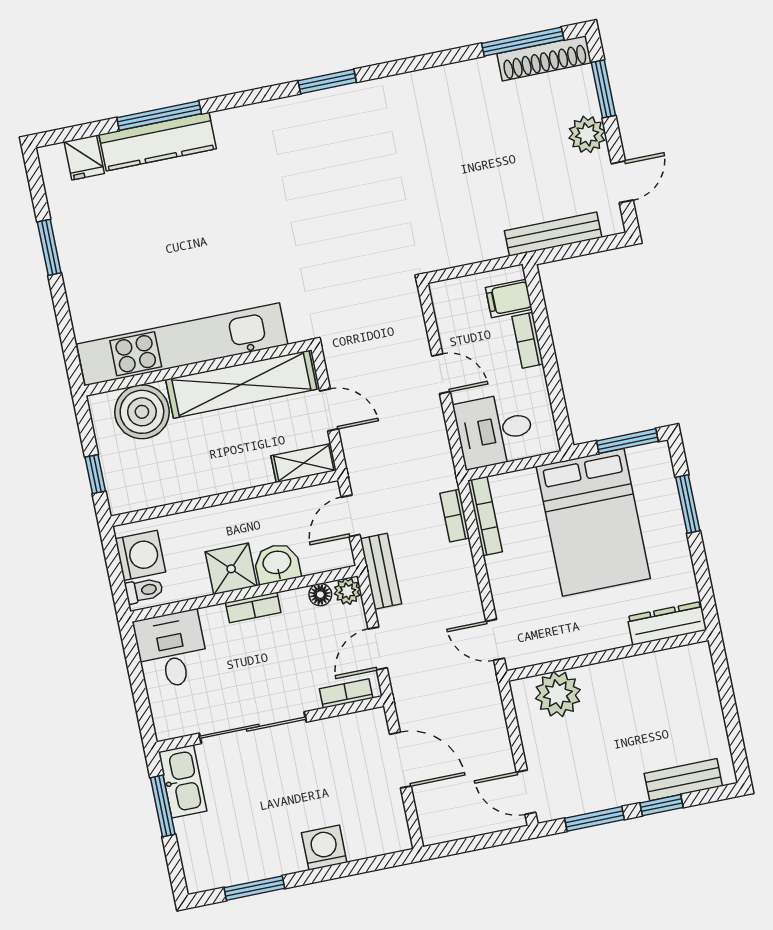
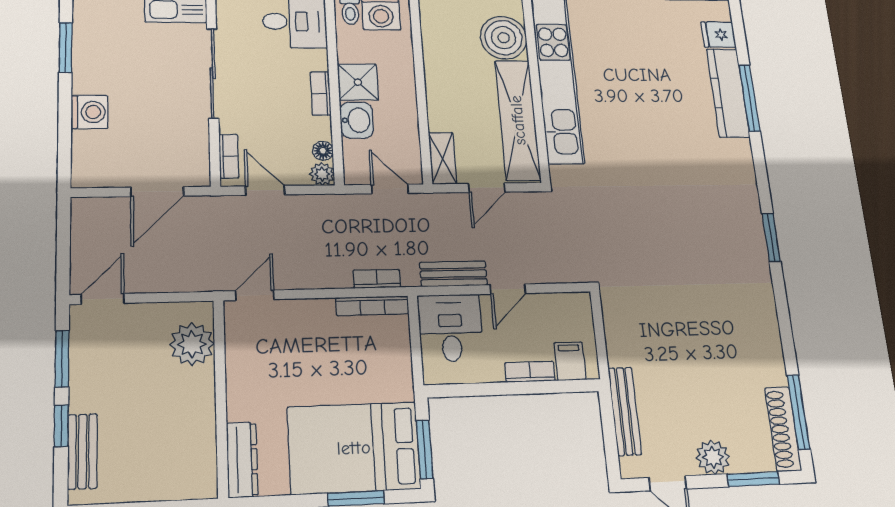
bed: (593, 522) -> (354, 448), moved
bench: (381, 571) -> (453, 274), moved

